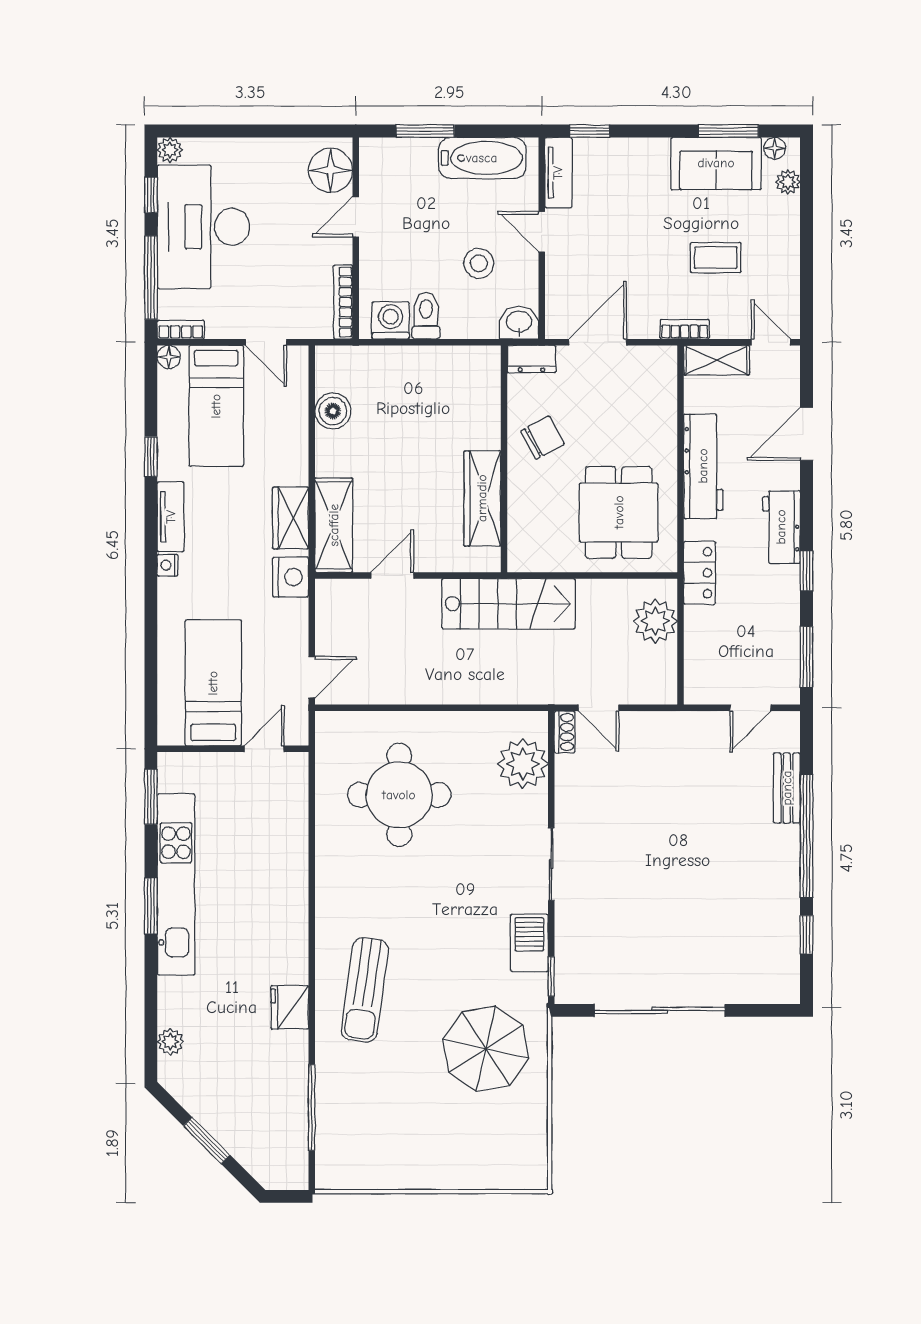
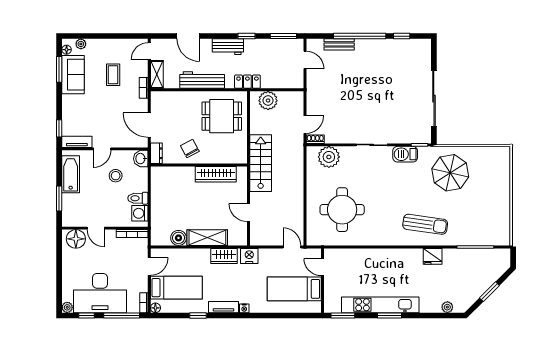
shelving: (334, 525) -> (207, 238), moved

